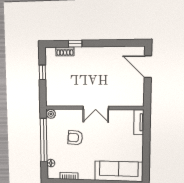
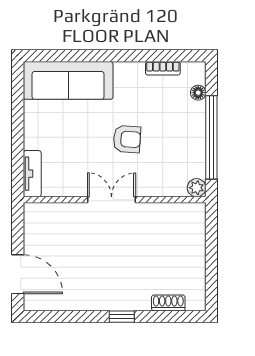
window: (75, 44) -> (122, 317), moved
window: (42, 72) -> (211, 265), removed
armchair: (75, 138) -> (127, 139), moved

